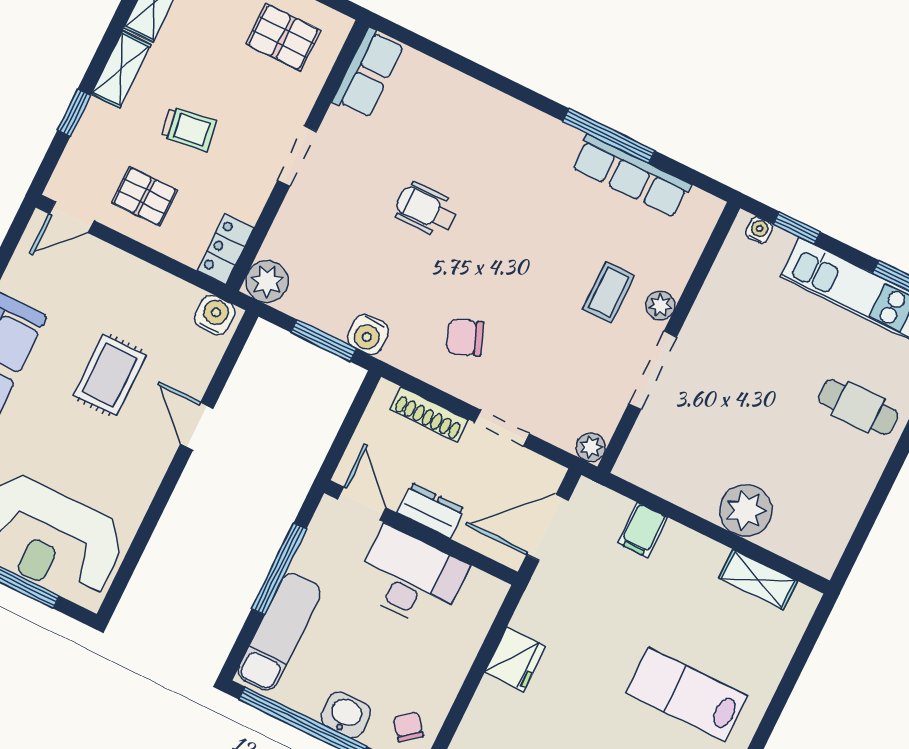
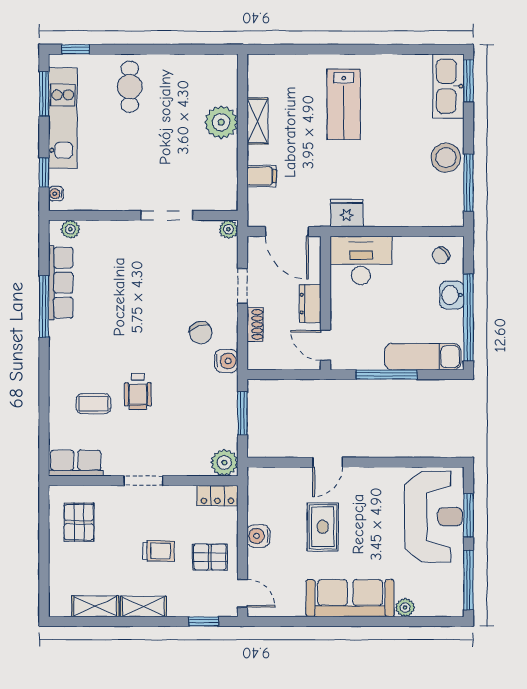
window: (74, 113) -> (204, 621), moved
trolley: (188, 129) -> (159, 551), turned 99
pallet: (145, 196) -> (210, 557), turned 90
coffee table: (609, 292) -> (93, 404), moved
plant: (660, 305) -> (70, 229), moved
water cooler: (215, 315) -> (258, 536), moved
water cooler: (368, 334) -> (226, 361), moved
rug: (110, 375) -> (323, 527), turned 90
shoe rack: (429, 414) -> (255, 325), width x0.70
door: (362, 503) -> (325, 345), hinge flipped
desk: (411, 578) -> (361, 260), moved, turned 90
shelving: (758, 580) -> (257, 121), moved
fridge: (515, 659) -> (347, 213), moved

